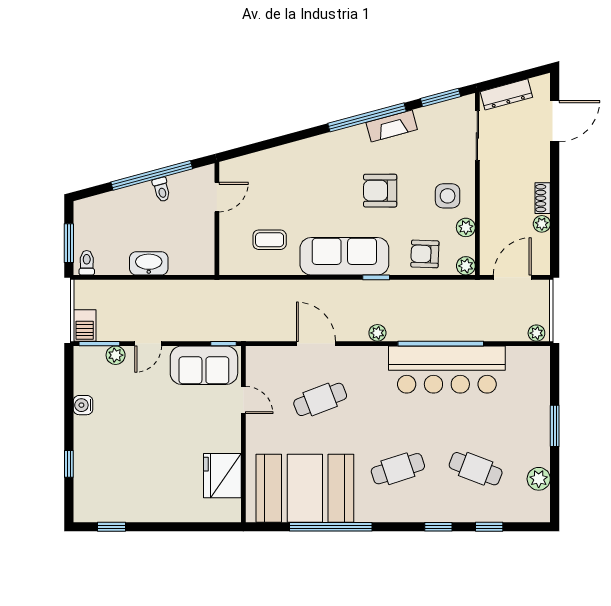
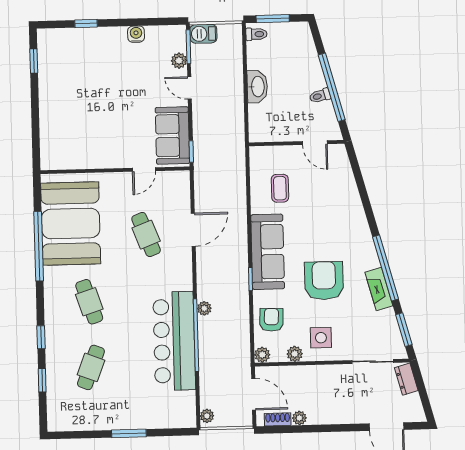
dresser: (506, 94) -> (406, 379), width x0.70
armchair: (380, 191) -> (324, 281), width x1.36, depth x1.36
shoe rack: (543, 198) -> (278, 419), moved
plant: (377, 333) -> (204, 308), moved
fridge: (222, 476) -> (79, 154), removed
plant: (539, 479) -> (84, 421), removed

